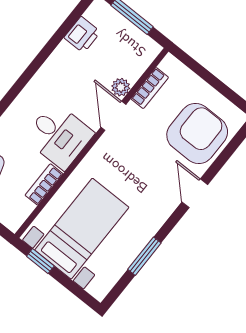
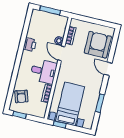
printer: (82, 35) -> (30, 45), moved

